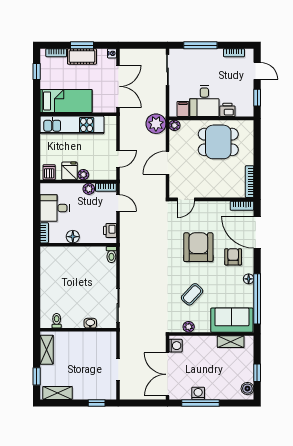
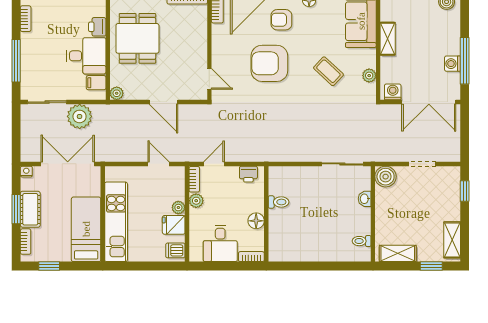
plant: (156, 124) -> (80, 116), moved
toilet: (111, 255) -> (279, 202), moved
boiler: (108, 340) -> (386, 177), added
shelving: (231, 342) -> (388, 39), moved

